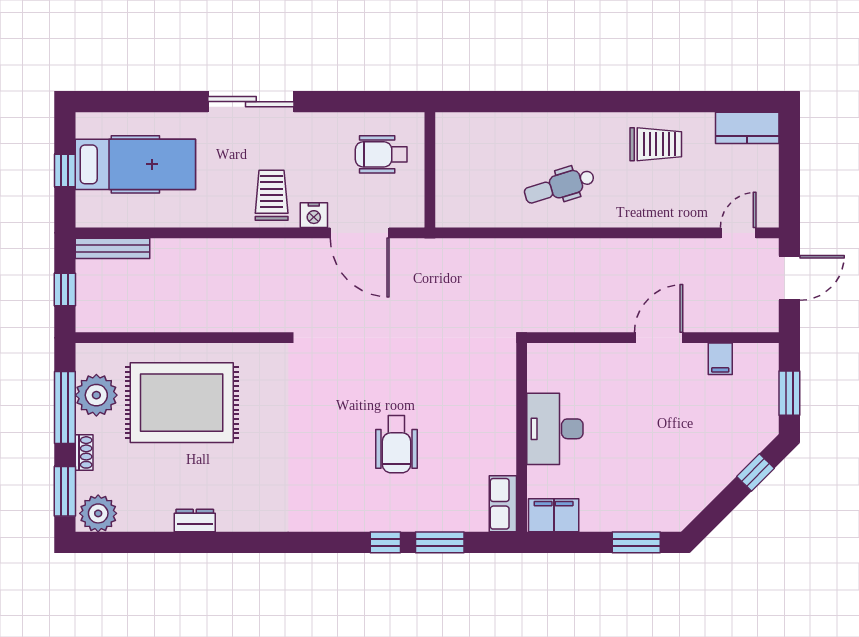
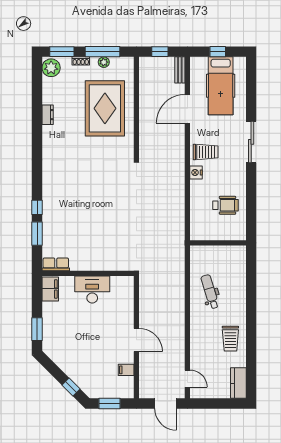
wheelchair: (381, 154) -> (225, 205), turned 90
wall: (430, 170) -> (218, 243), moved
door: (360, 233) -> (187, 109), moved
bench: (112, 248) -> (180, 70), width x0.73
plant: (96, 395) -> (104, 62), width x0.53, depth x0.53
wheelchair: (396, 444) -> (85, 213), removed

